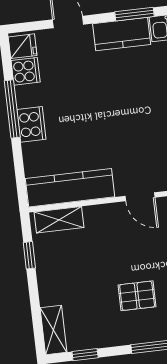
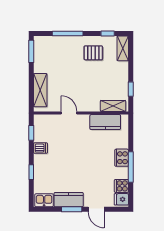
window: (135, 14) -> (72, 209), moved
kitchen counter: (70, 188) -> (105, 122), width x0.67
pallet: (137, 296) -> (93, 53), moved

